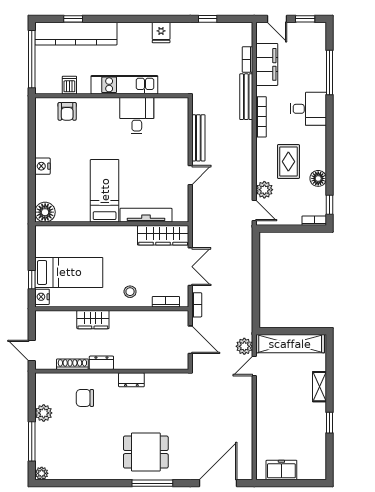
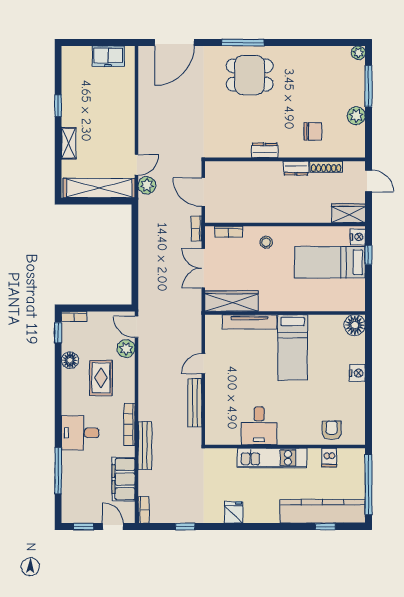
bookcase: (248, 60) -> (144, 510), moved
wardrobe: (93, 320) -> (349, 213), moved

